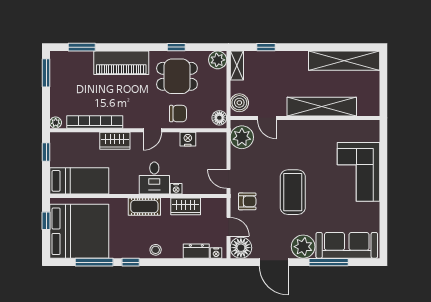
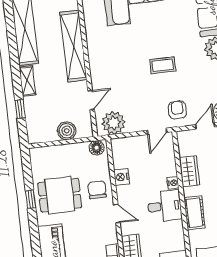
plant: (218, 60) -> (39, 156), removed
shelving: (237, 66) -> (27, 81), moved, turned 90
dining table: (177, 76) -> (60, 195), turned 90
boiler: (239, 103) -> (67, 131), moved
coffee table: (293, 192) -> (163, 65), width x0.54, depth x0.58

